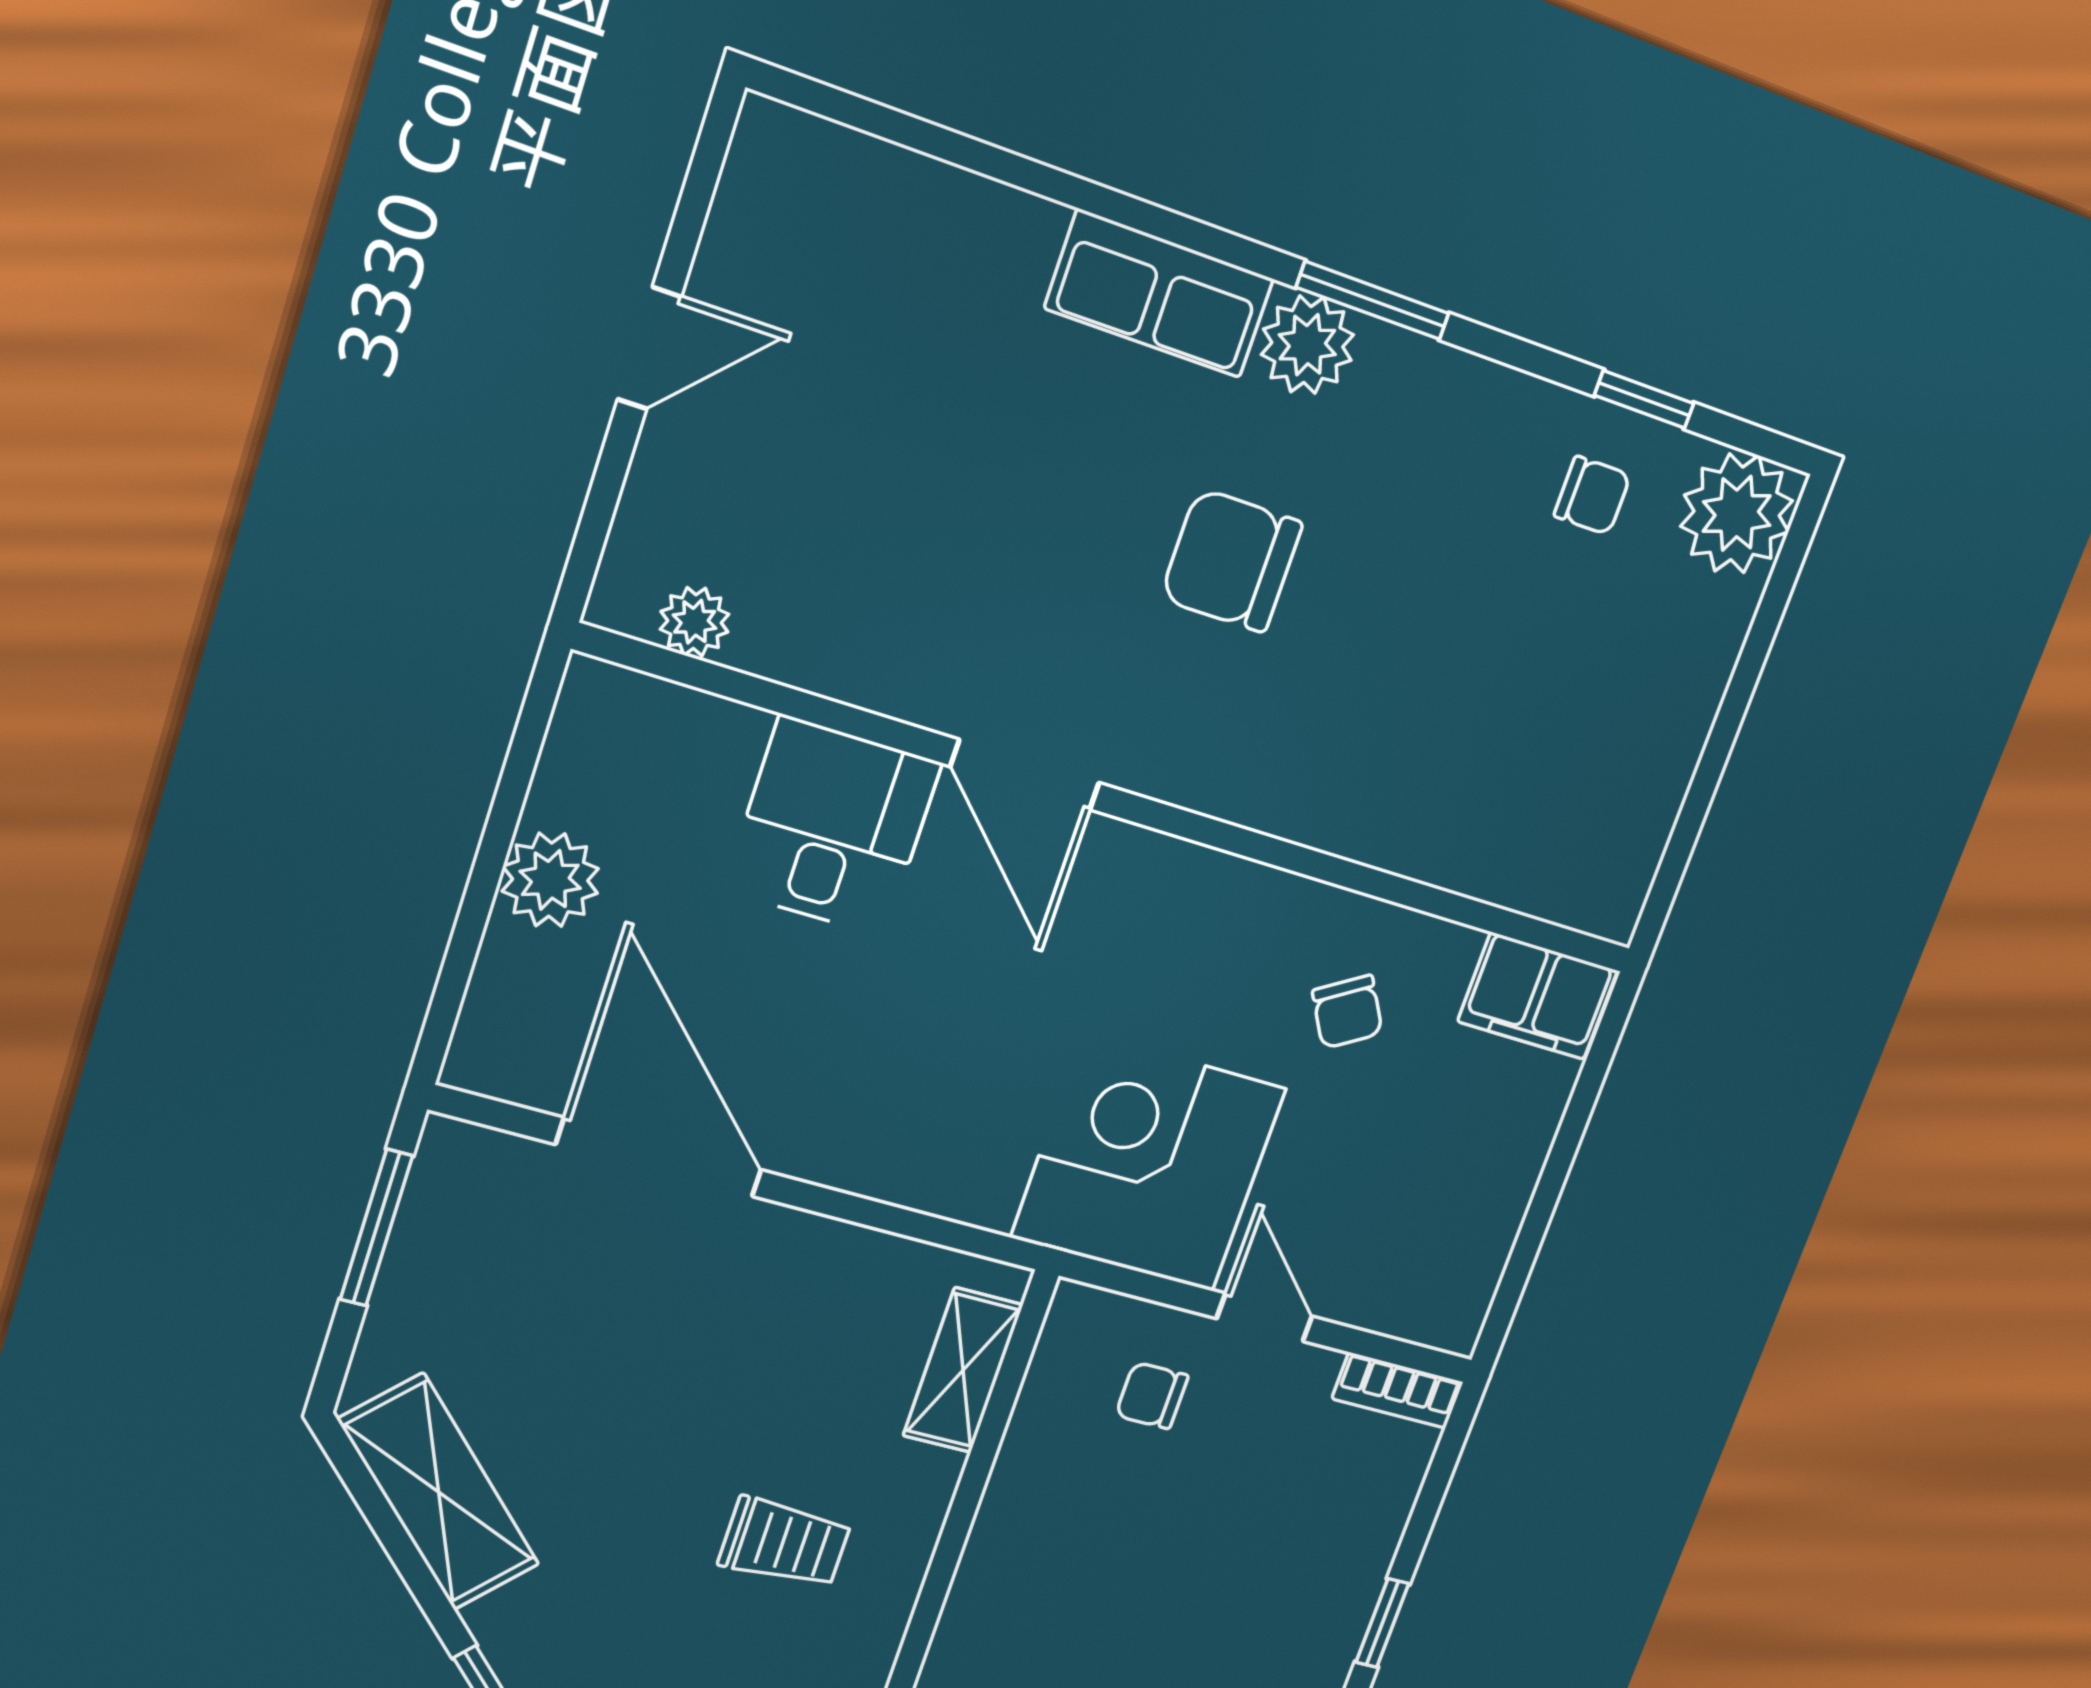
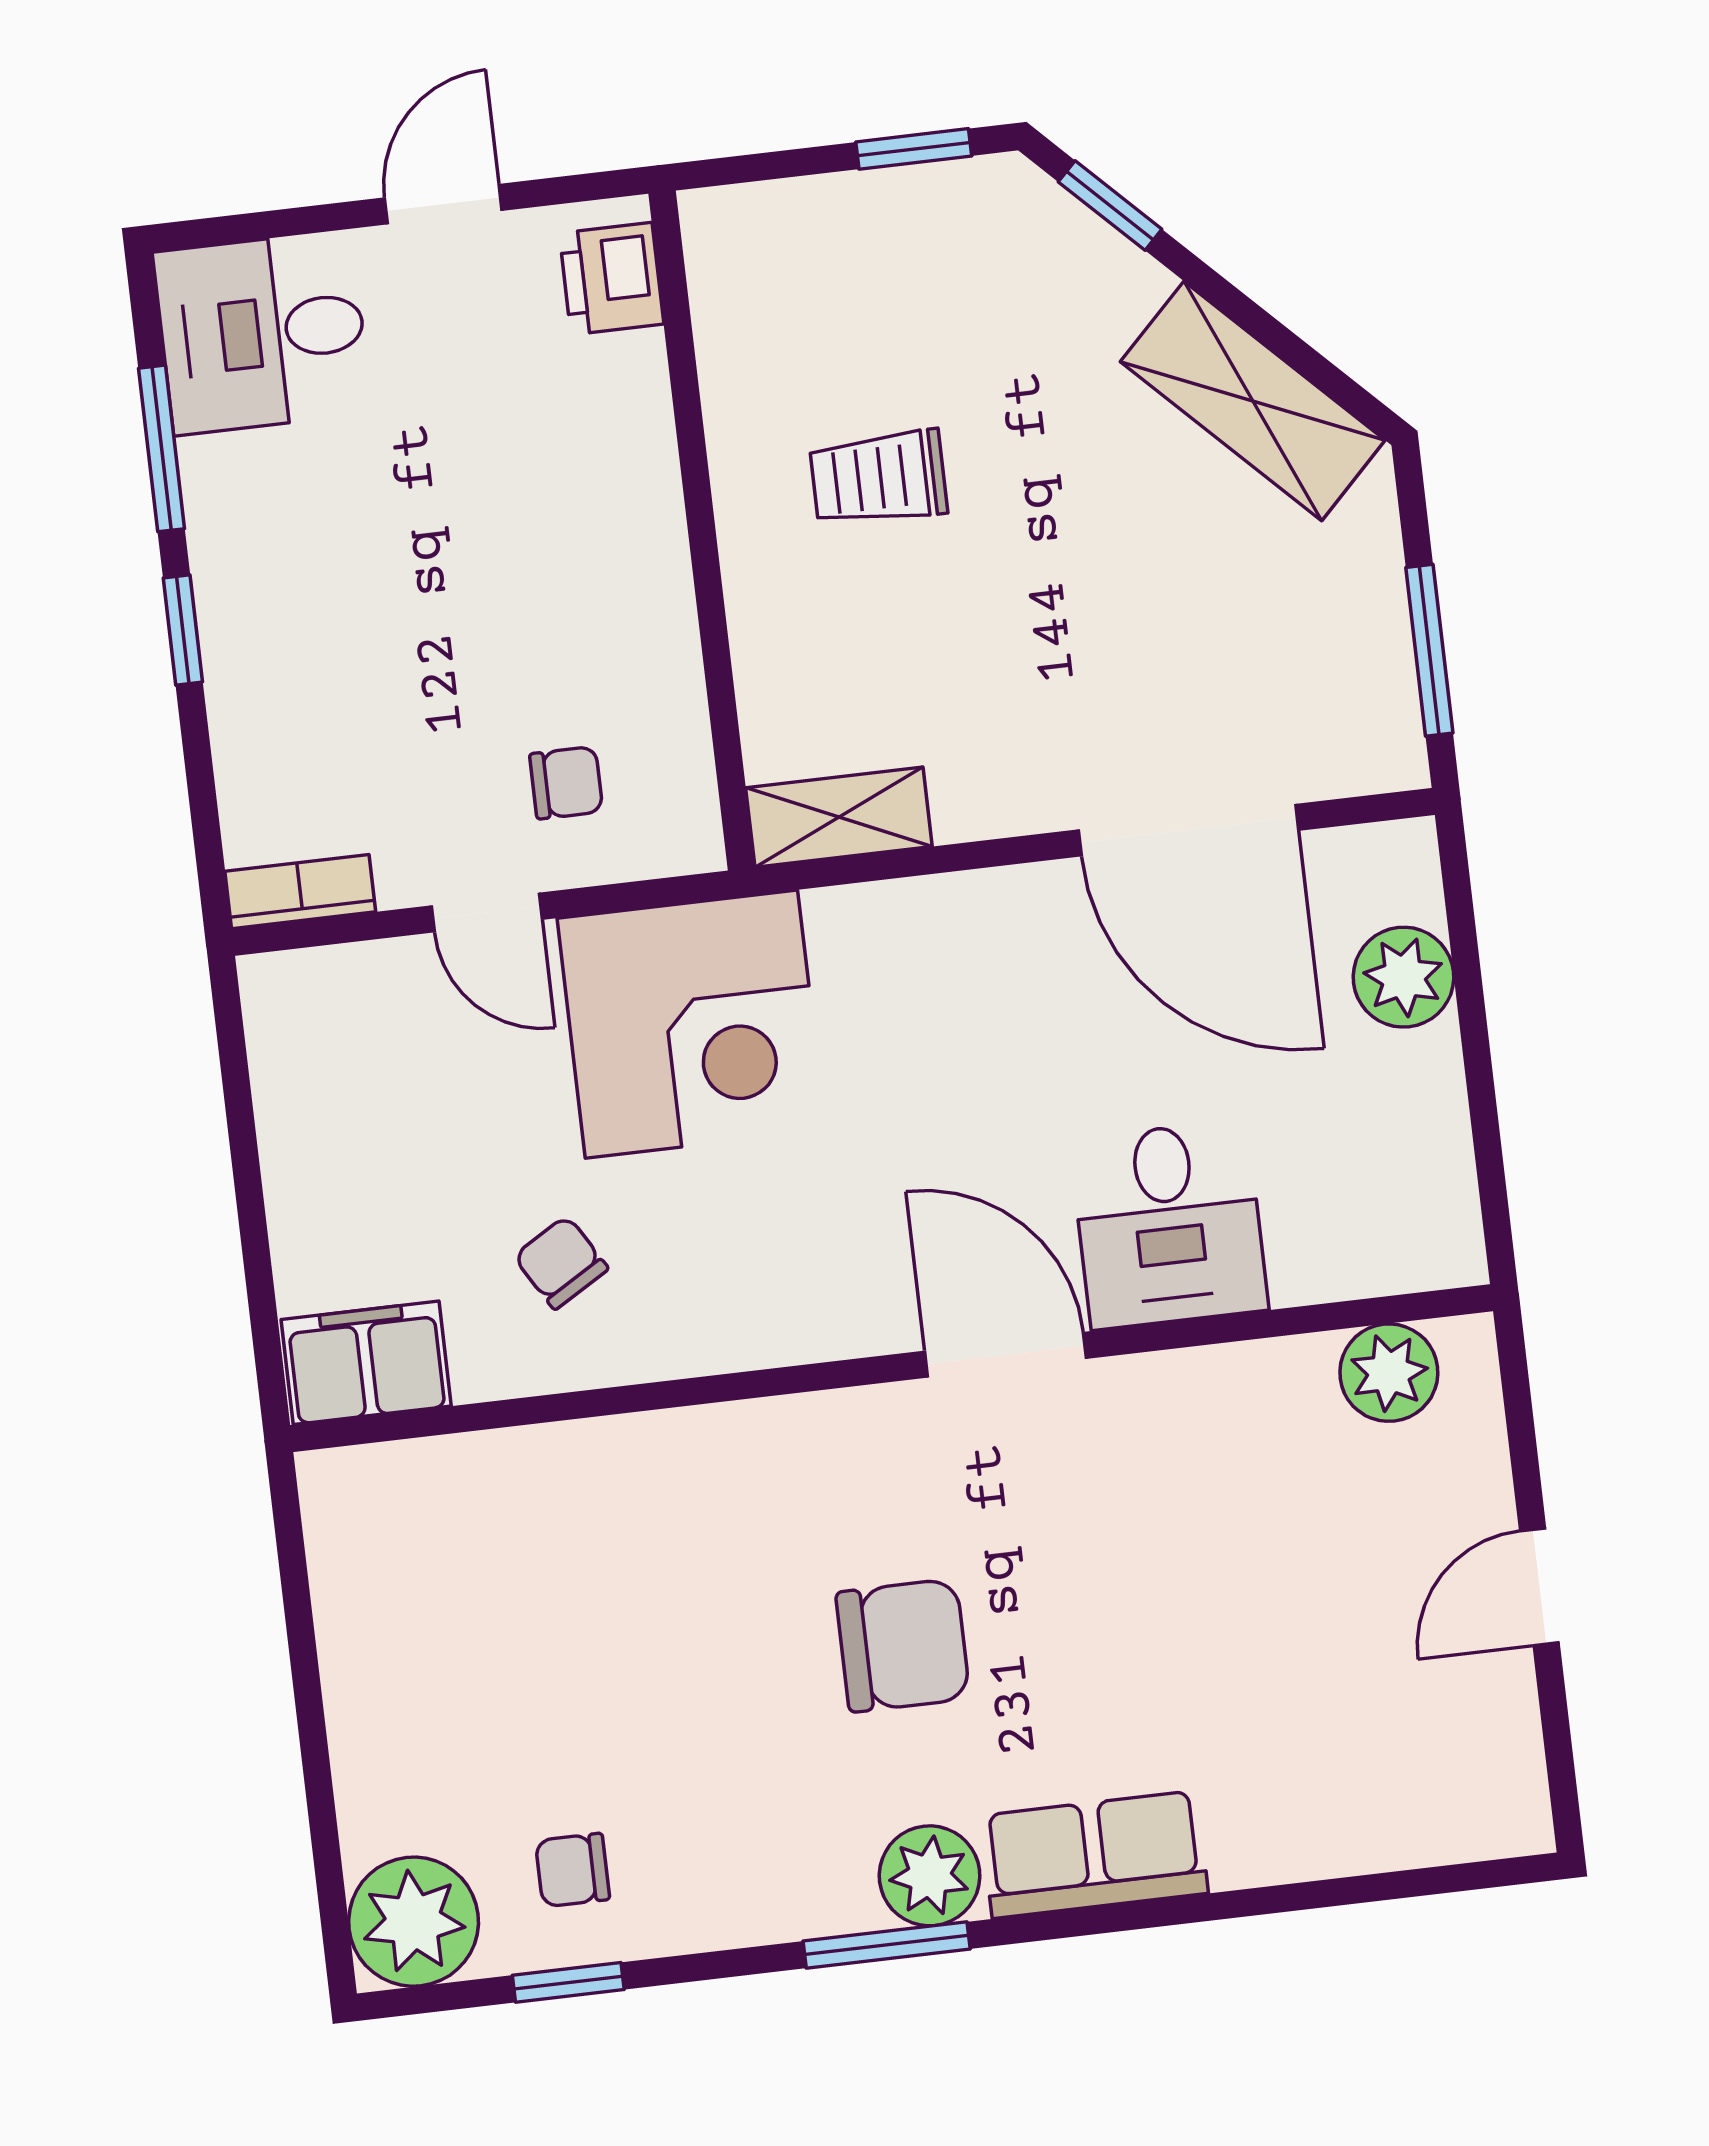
plant: (695, 622) -> (1389, 1373), width x1.38, depth x1.38
plant: (550, 880) -> (1404, 977), moved
shelving: (963, 1370) -> (839, 817), moved, turned 90

